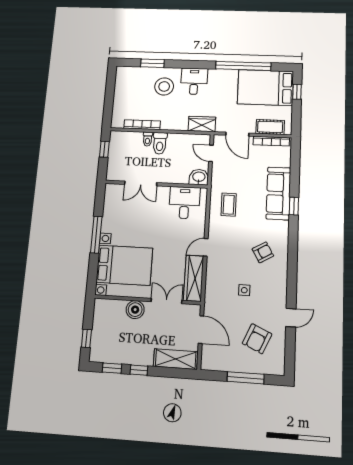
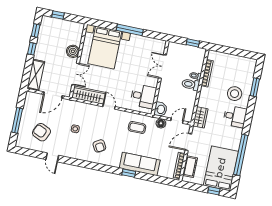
floor lamp: (218, 174) -> (161, 123), added

